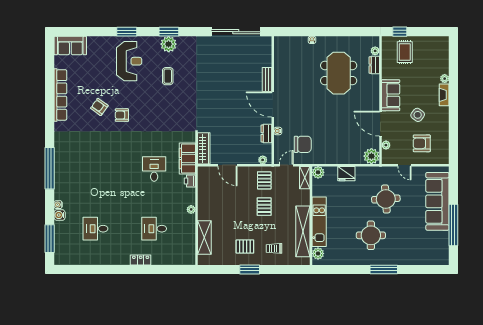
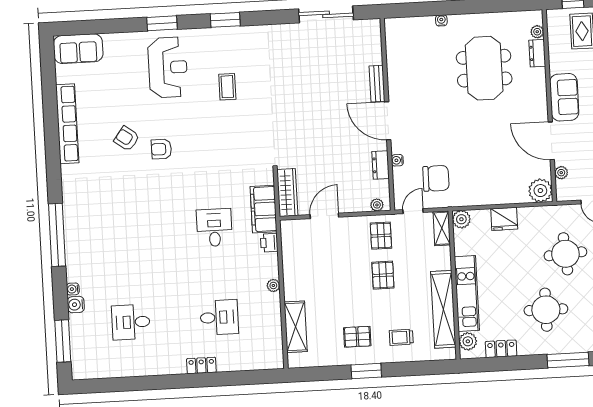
sliding door: (236, 32) -> (326, 14), width x0.73
plant: (169, 44) -> (226, 39), removed
door: (227, 165) -> (324, 216), swing flipped
desk: (154, 229) -> (219, 317), turned 180
locker: (340, 260) -> (501, 349), added

